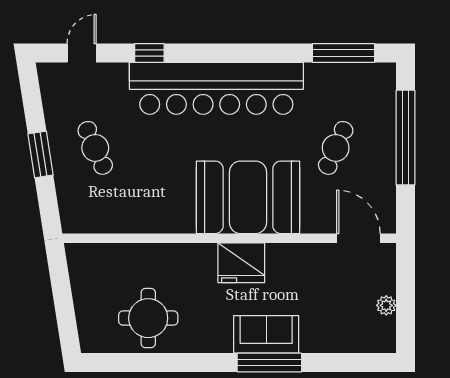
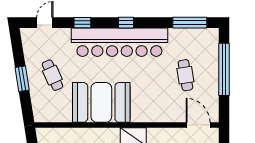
window: (228, 53) -> (126, 23), added
cafe table: (336, 148) -> (185, 75), turned -33
booth: (248, 197) -> (101, 102), moved

